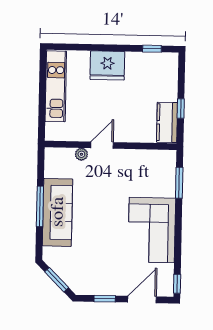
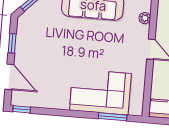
plant: (81, 154) -> (145, 18), moved
corner sofa: (152, 230) -> (100, 92), moved

